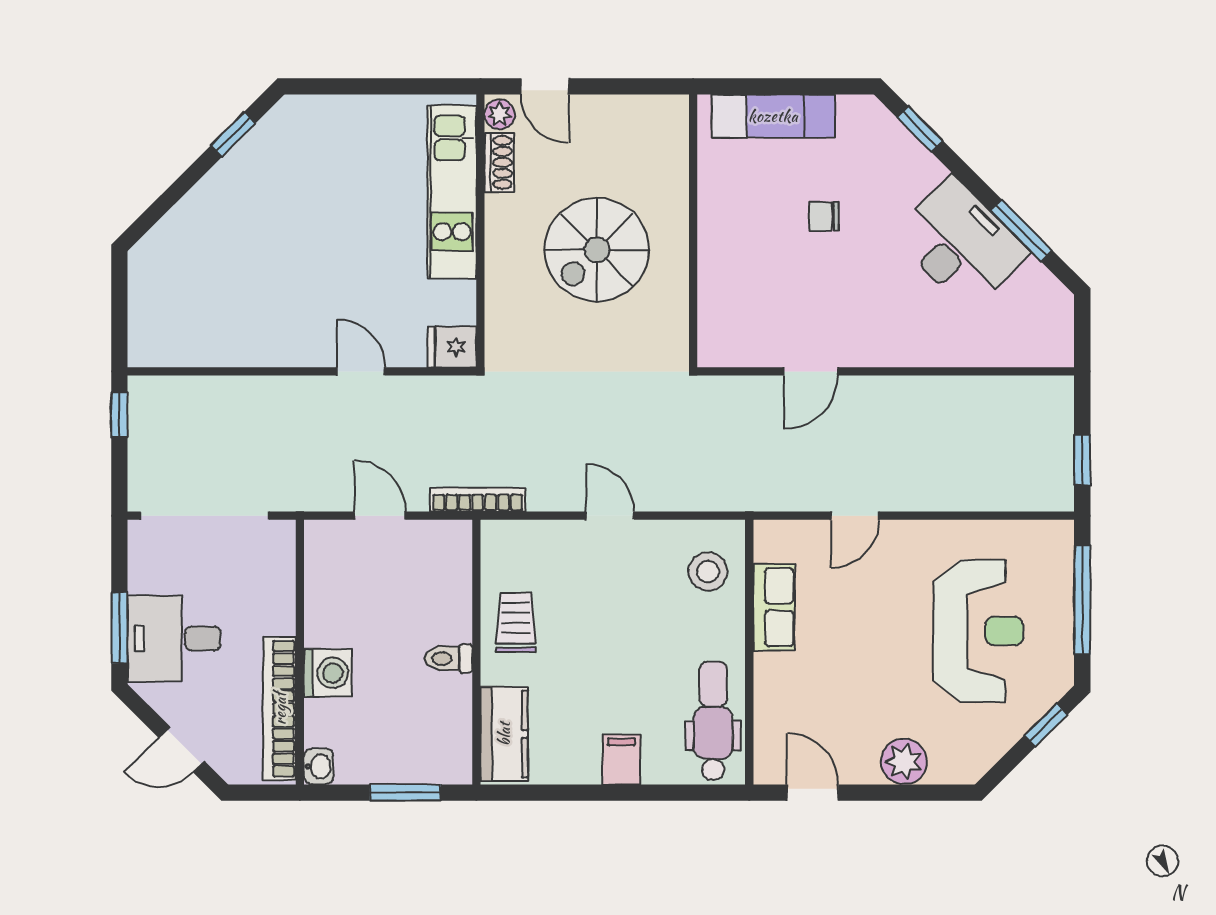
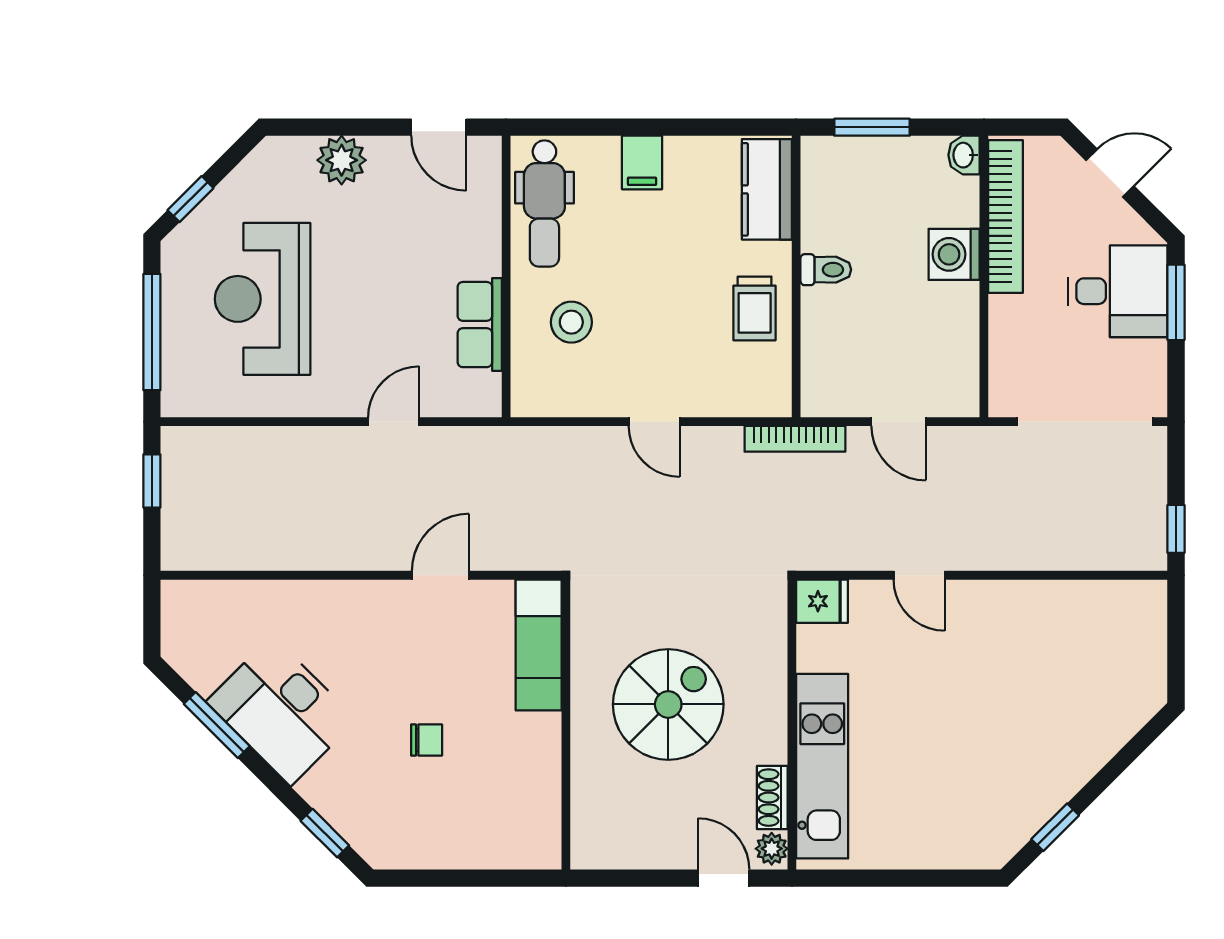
exam couch: (773, 116) -> (539, 645), moved, turned -90
stool: (708, 572) -> (571, 322), moved

